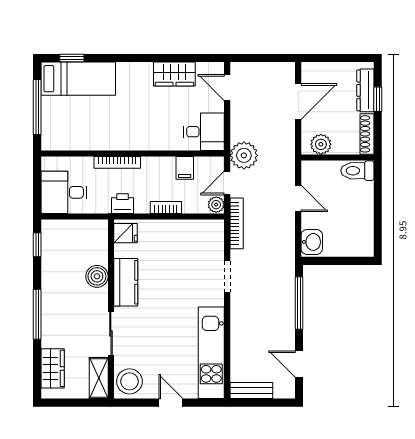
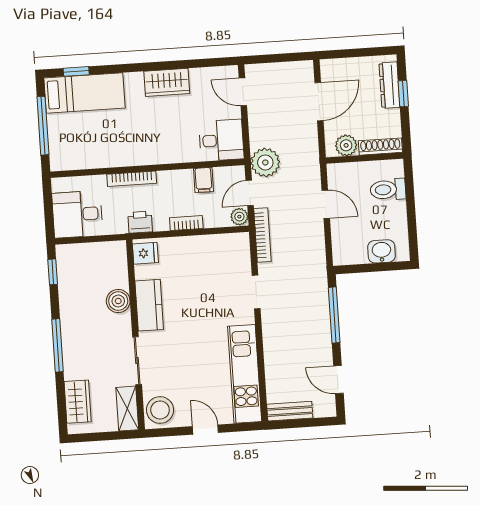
wardrobe: (174, 74) -> (167, 82), moved
shoe rack: (367, 134) -> (380, 147), moved, turned 90
toilet: (357, 171) -> (388, 190), moved
washbasin: (312, 242) -> (381, 251), moved, turned -90

